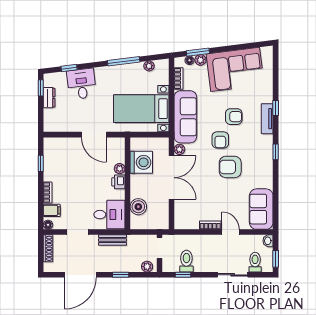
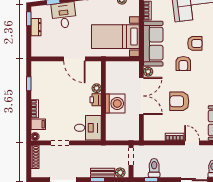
washing machine: (141, 162) -> (115, 104), moved
armchair: (230, 167) -> (179, 101), moved
boiler: (138, 207) -> (113, 121), removed
bench: (112, 240) -> (103, 173), moved

